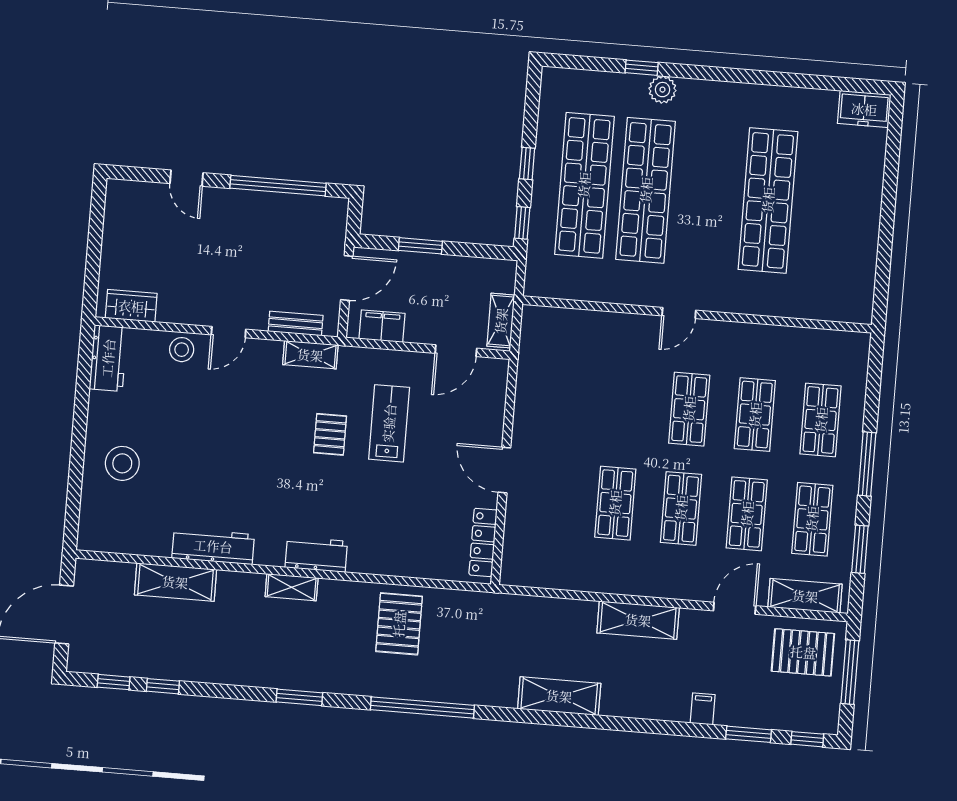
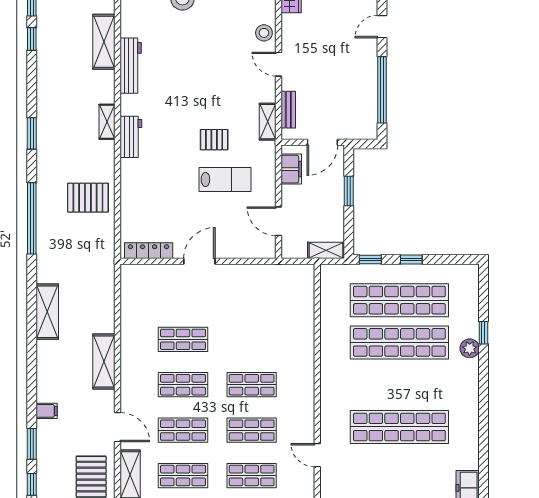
door: (347, 278) -> (322, 142), hinge flipped
door: (679, 313) -> (317, 455), moved
shelving: (501, 321) -> (326, 250), moved

